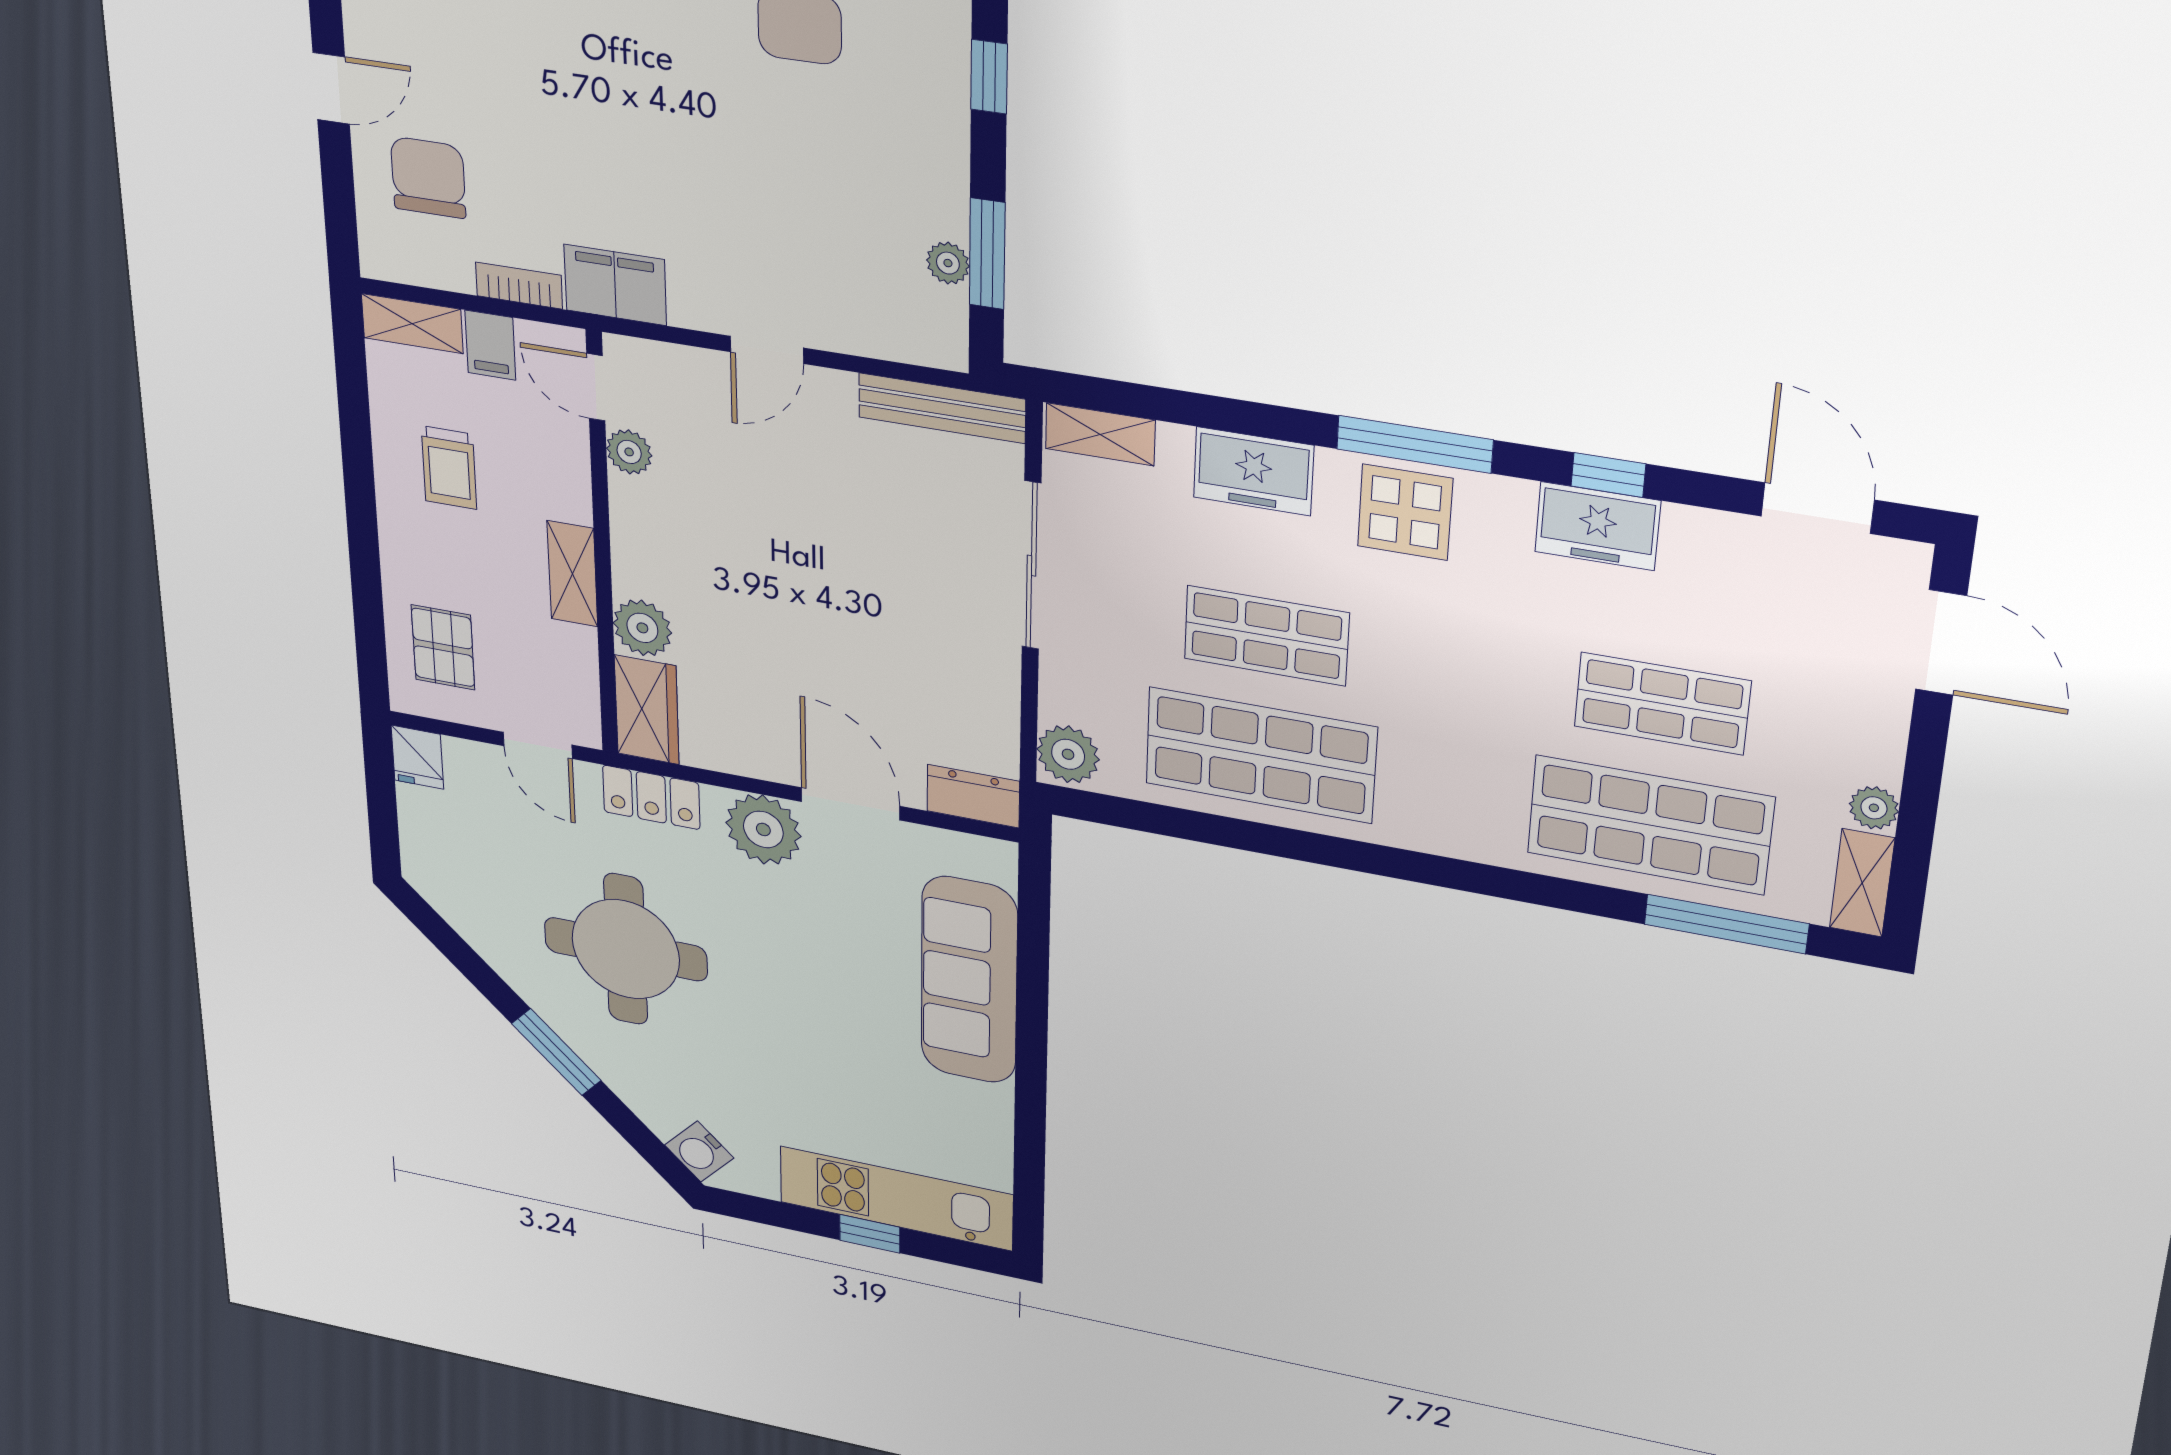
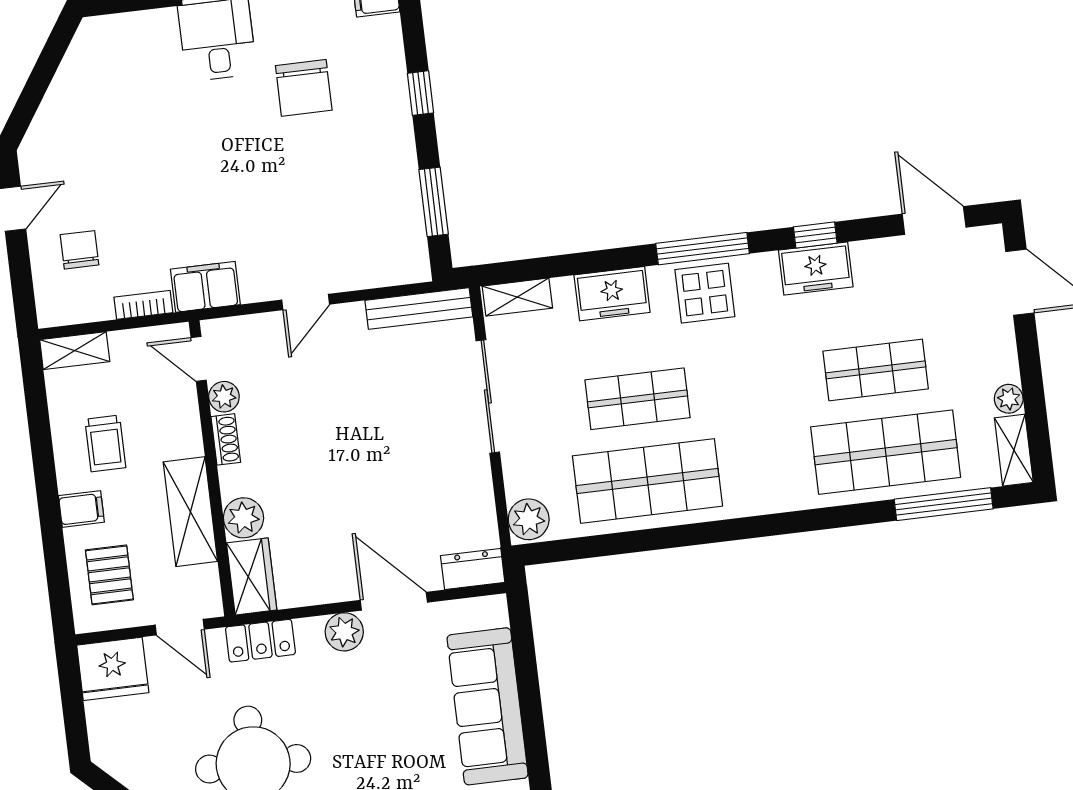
chair: (428, 178) -> (80, 250), width x0.73, depth x0.73
plant: (948, 263) -> (411, 214), removed
filing cabinet: (490, 345) -> (81, 509), moved, turned -90
shoe rack: (626, 513) -> (226, 439), added
shelving: (572, 574) -> (190, 512), width x1.50, depth x1.33
fridge: (417, 757) -> (113, 669), width x1.88, depth x1.34
plant: (763, 829) -> (344, 632), width x0.73, depth x0.73

